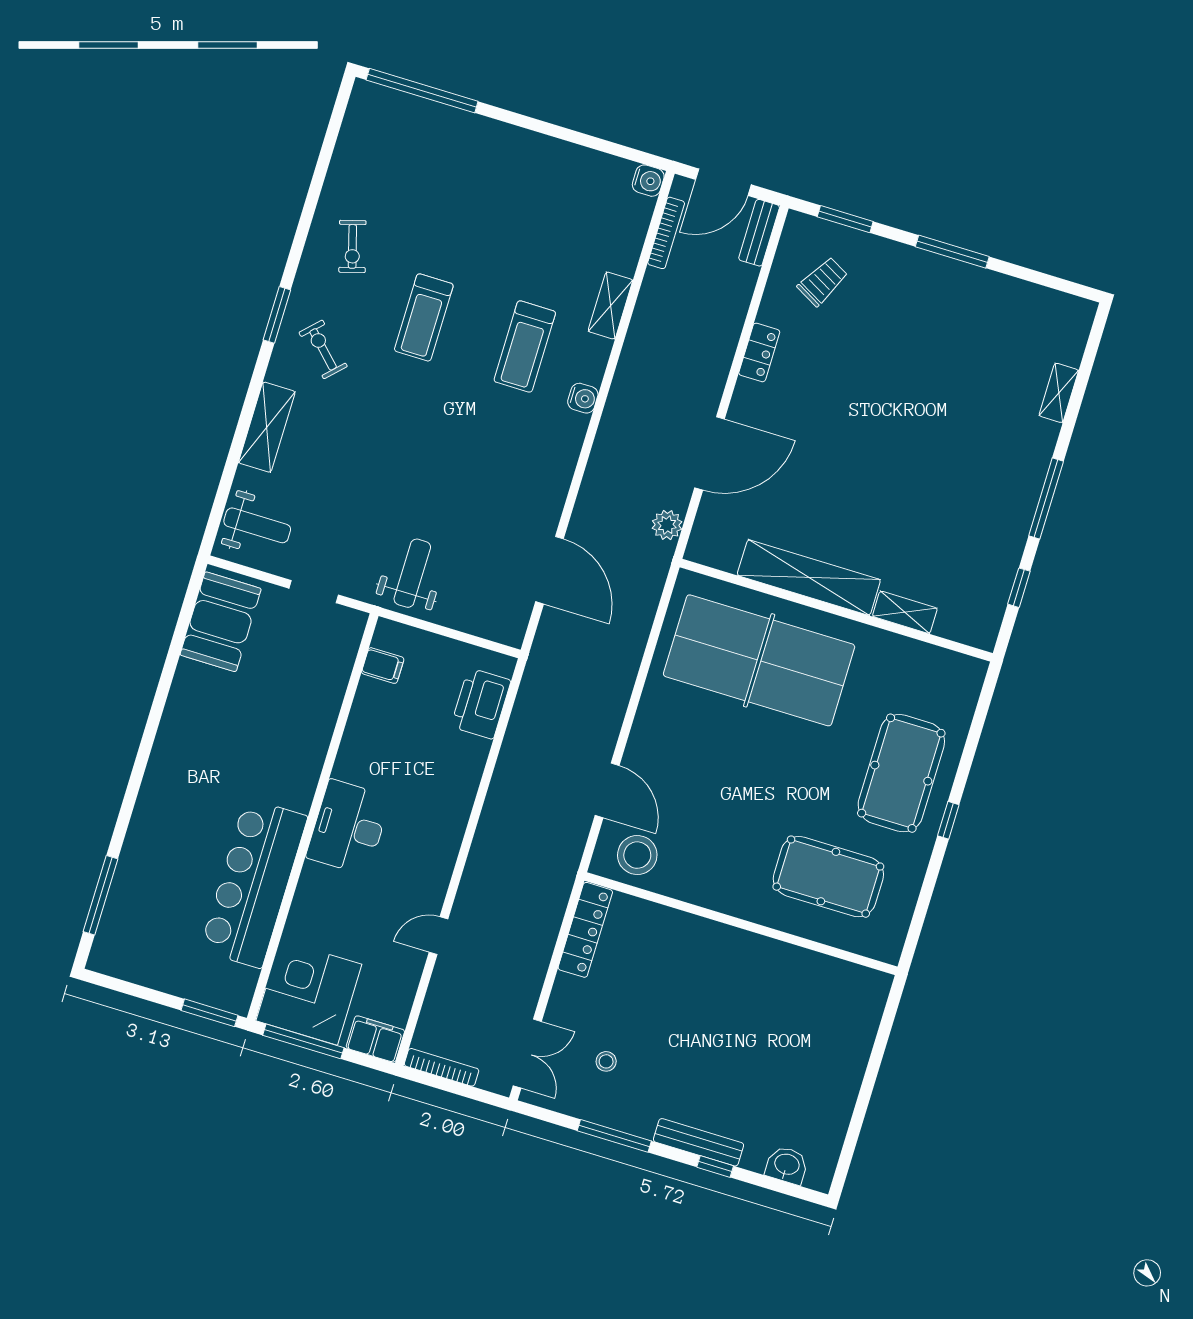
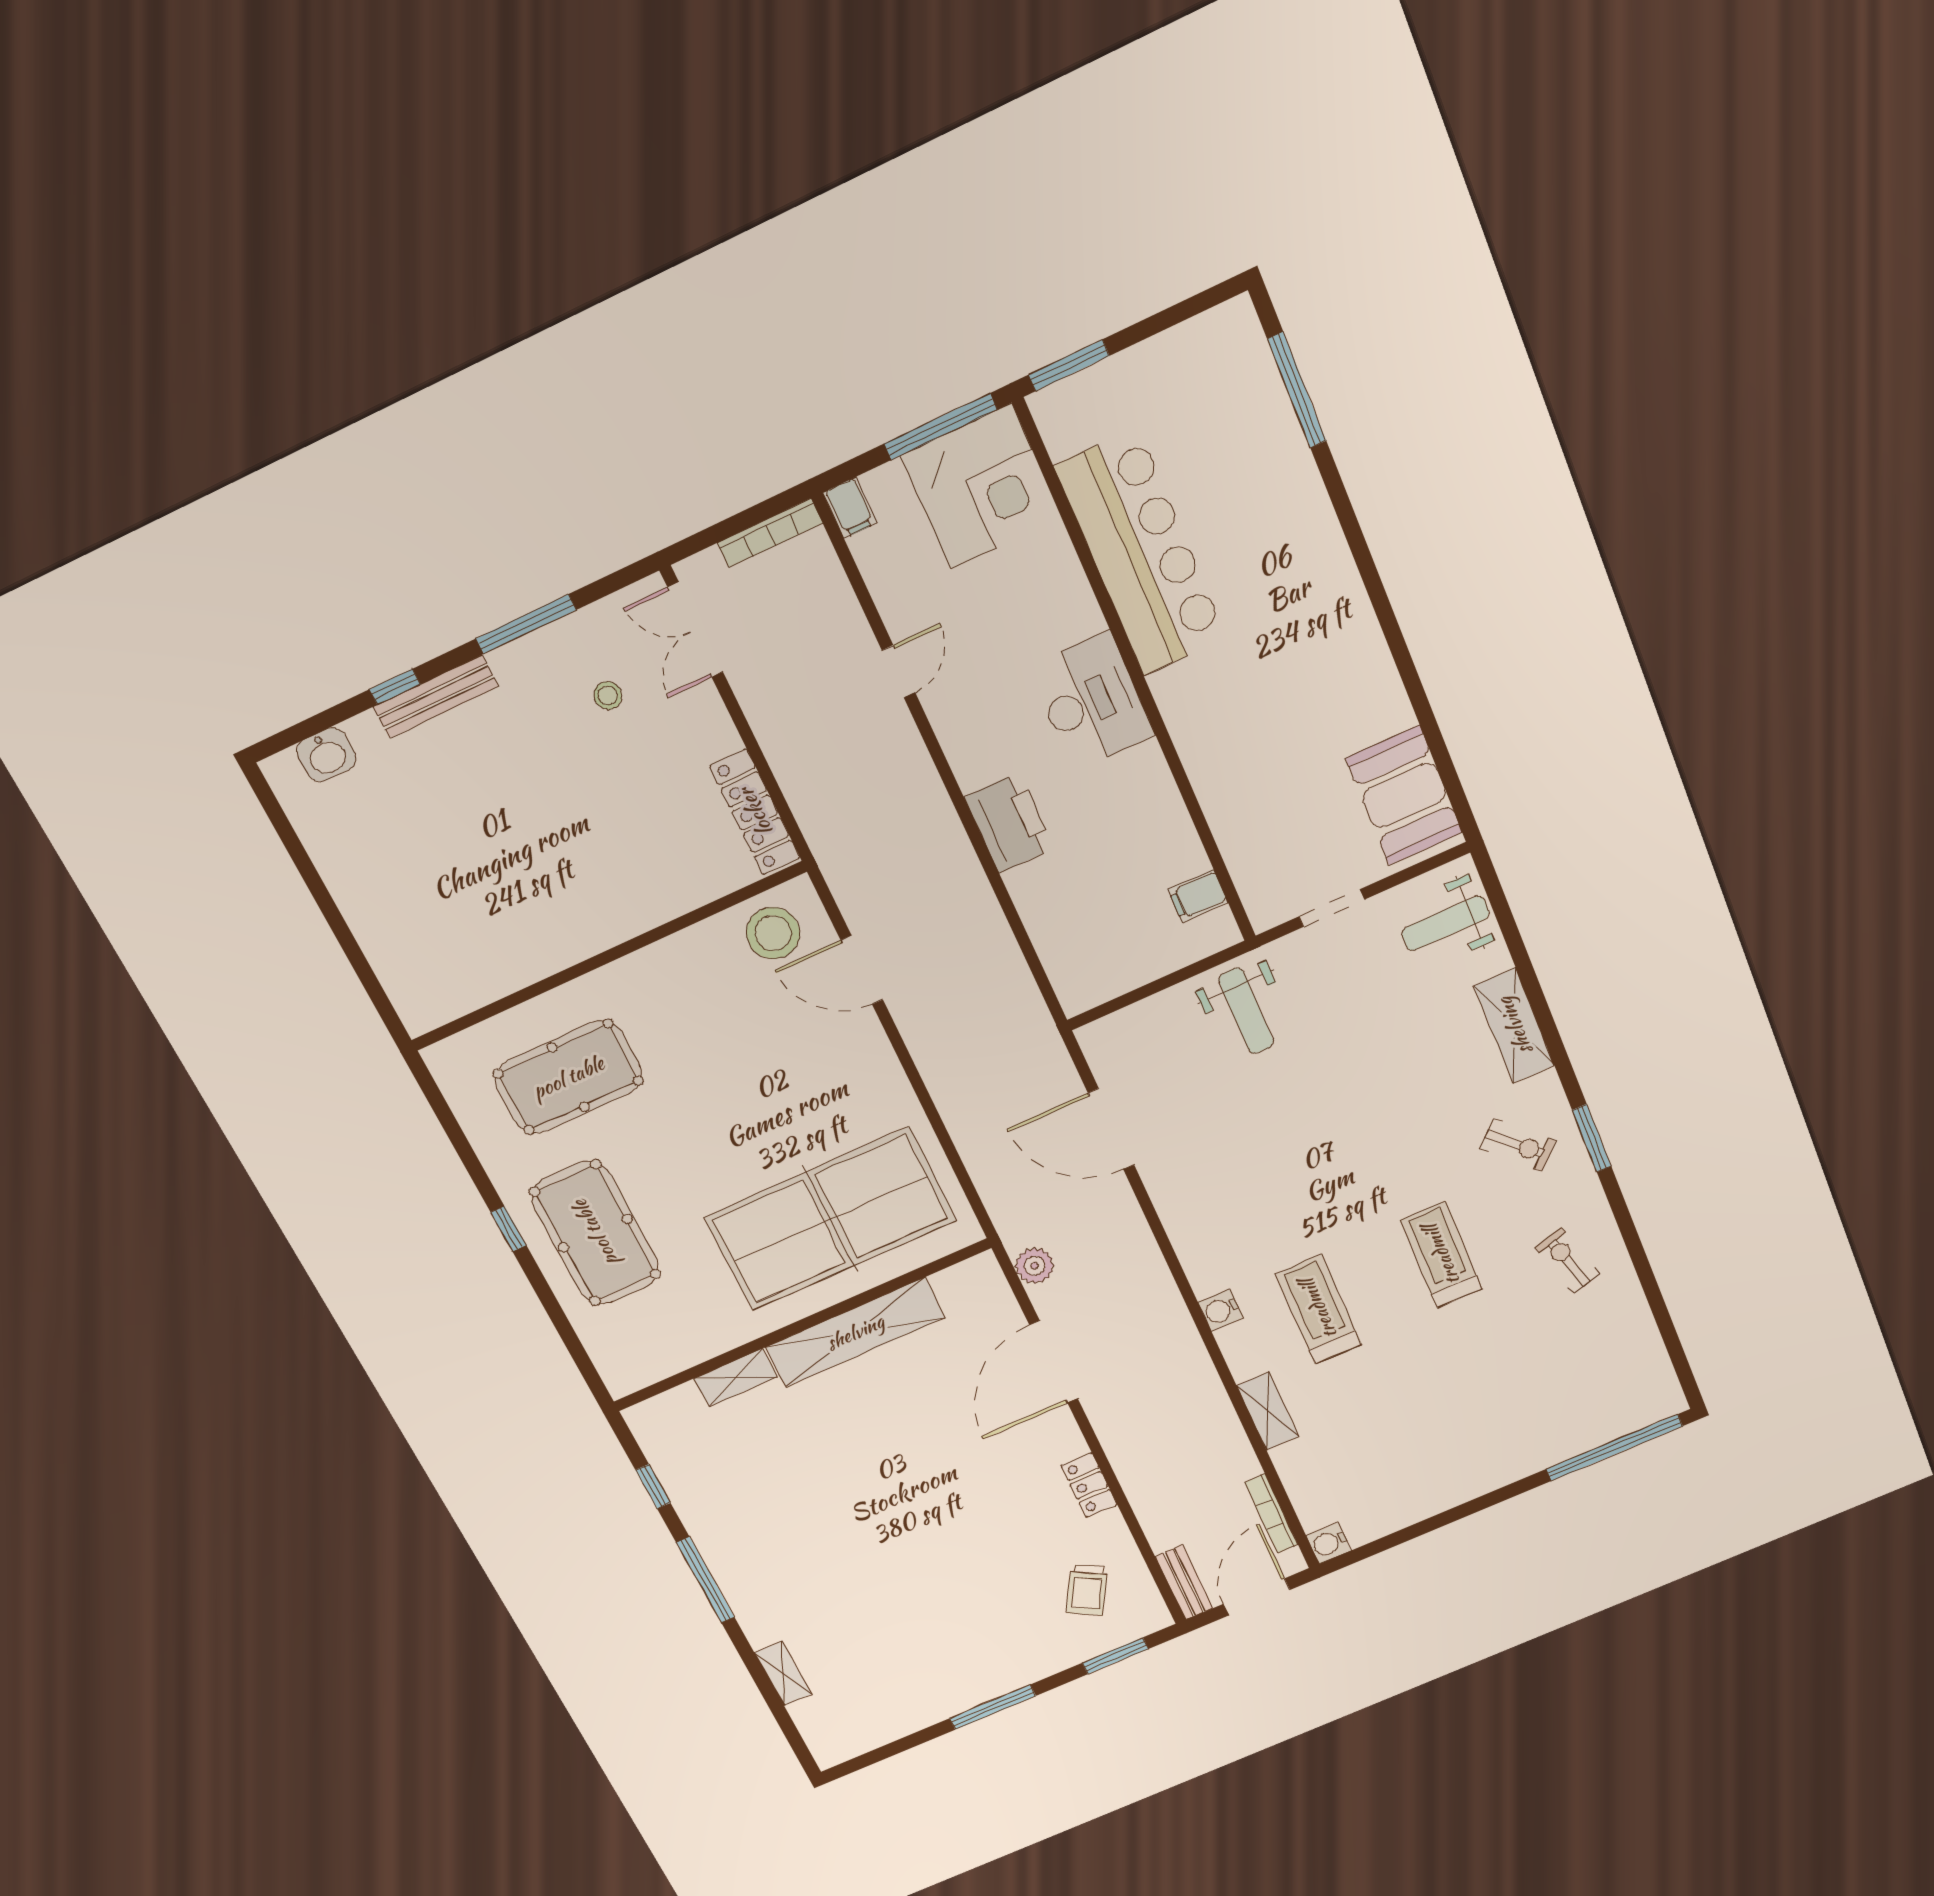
printer: (481, 704) -> (1009, 823), moved
filing cabinet: (375, 1039) -> (850, 508), width x0.50

